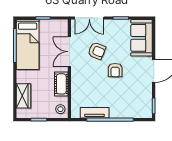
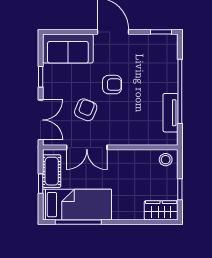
cot: (61, 84) -> (52, 171), moved, turned 90
wardrobe: (23, 96) -> (161, 210), moved

